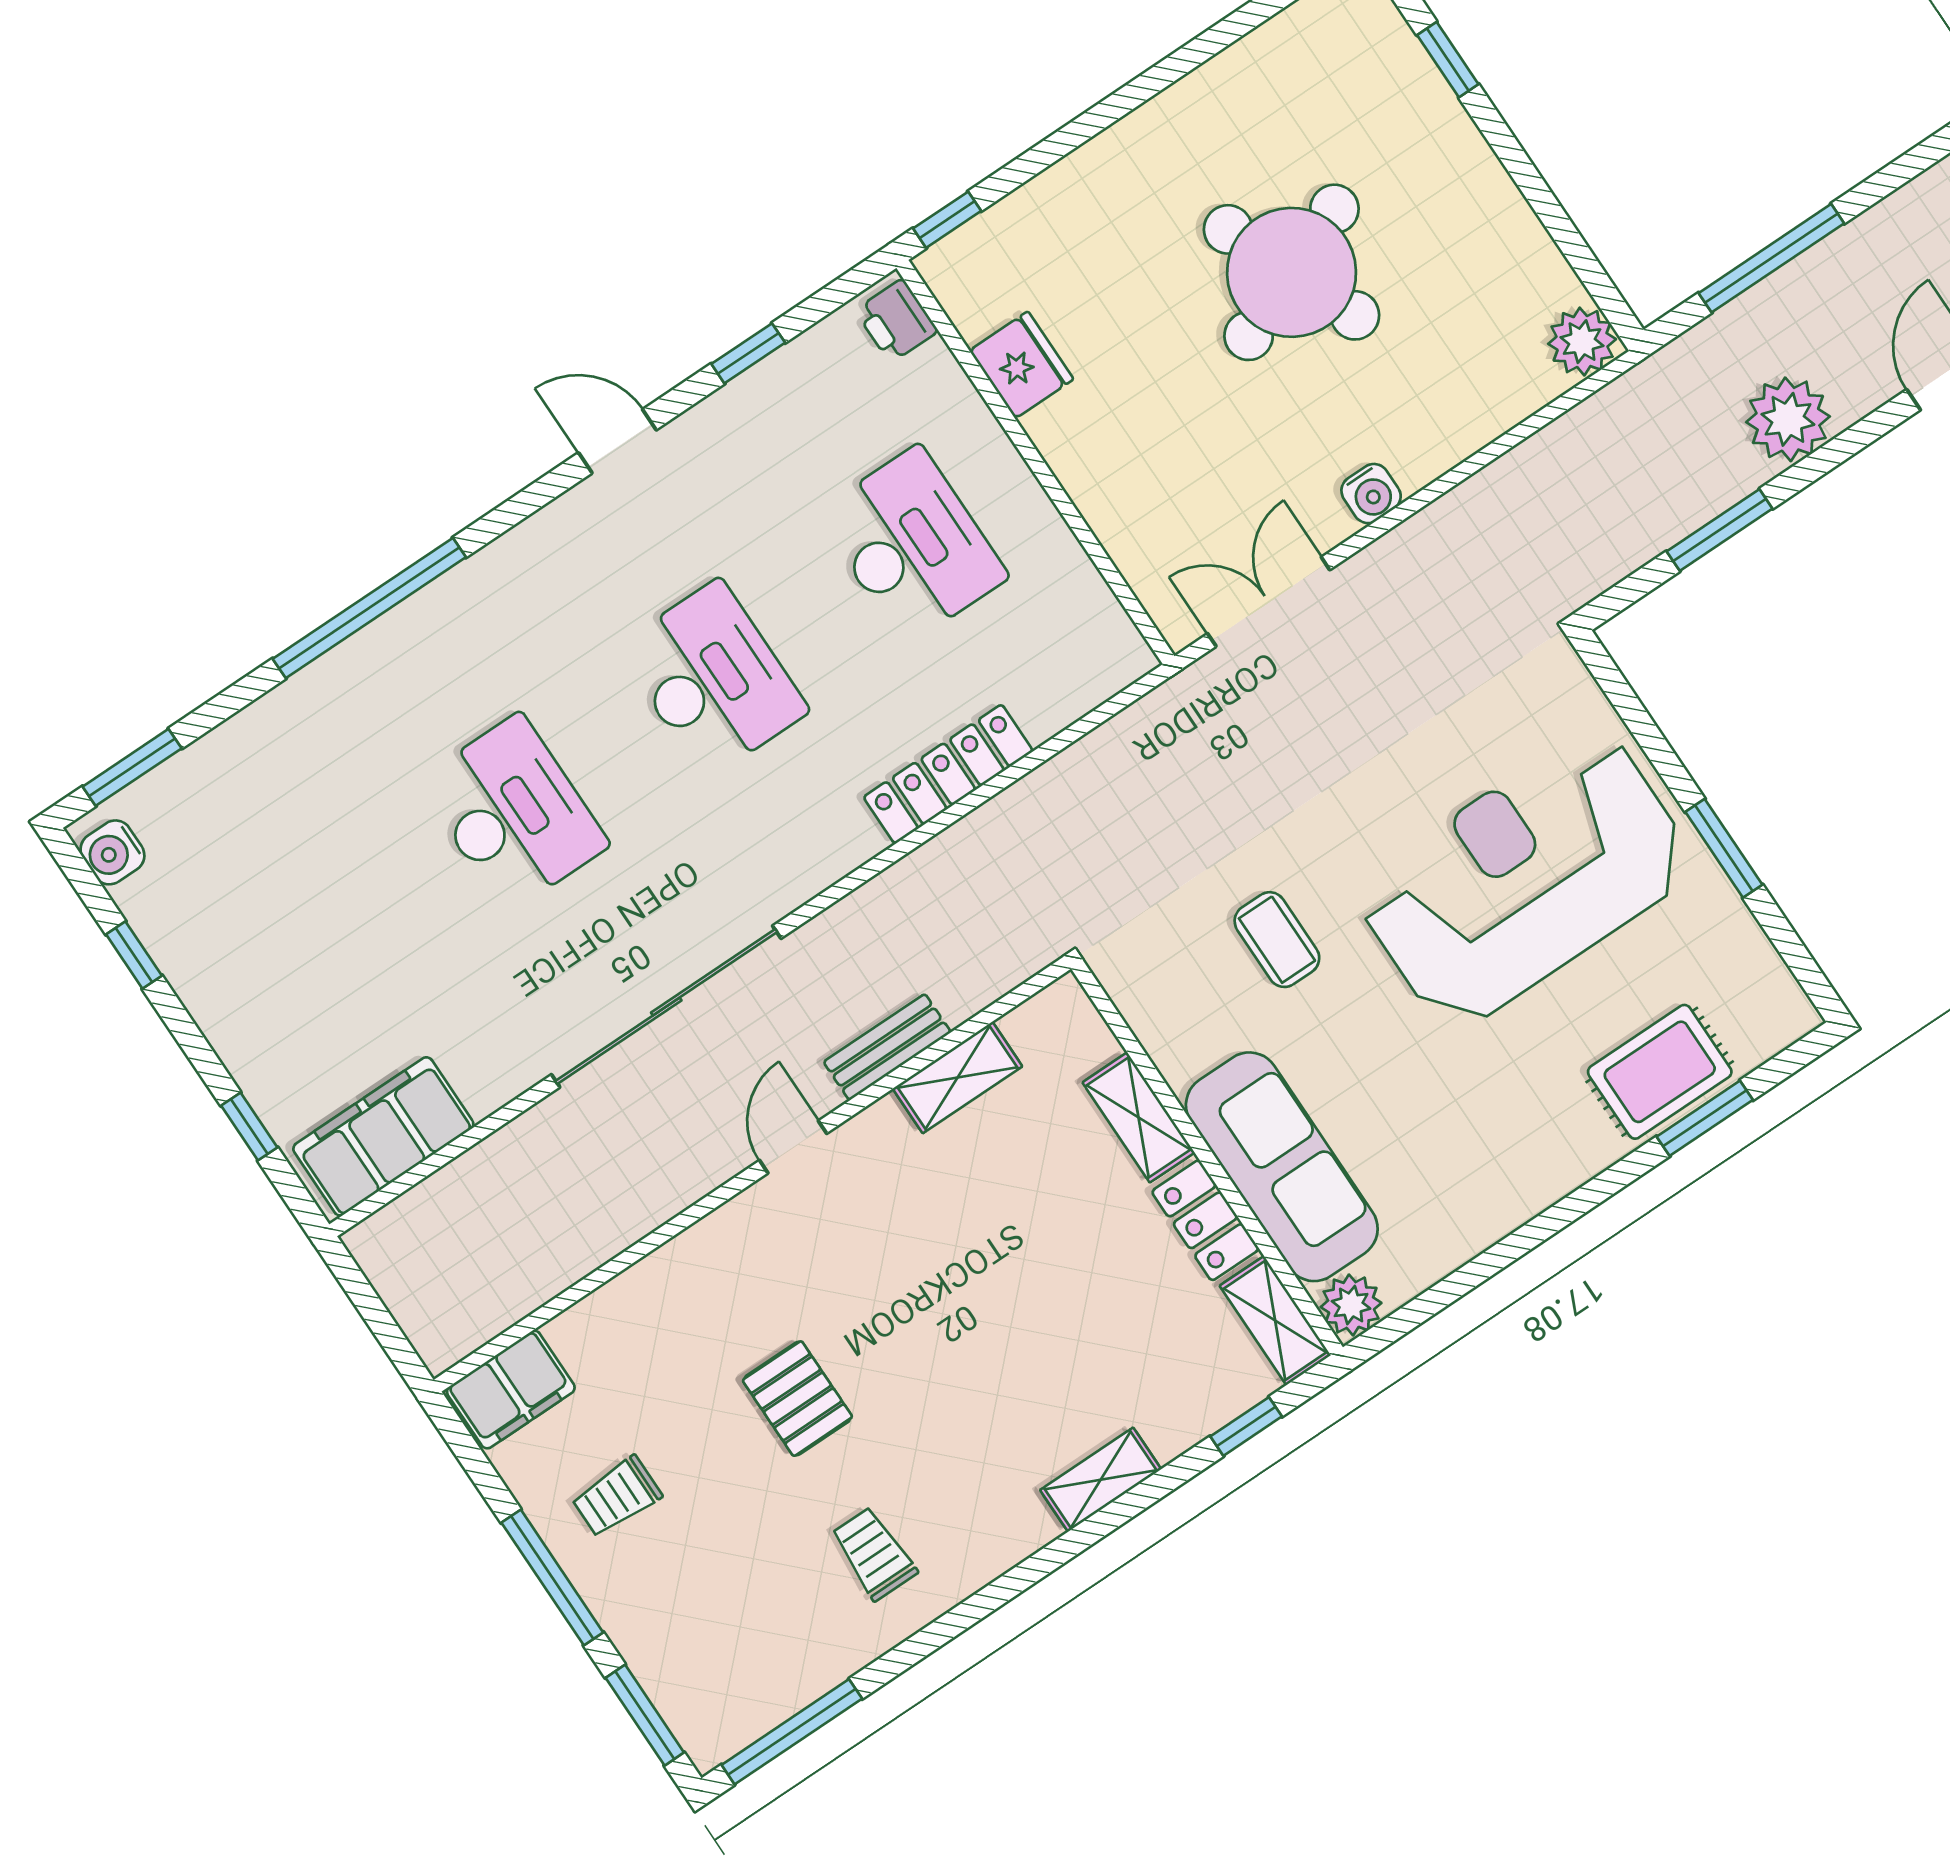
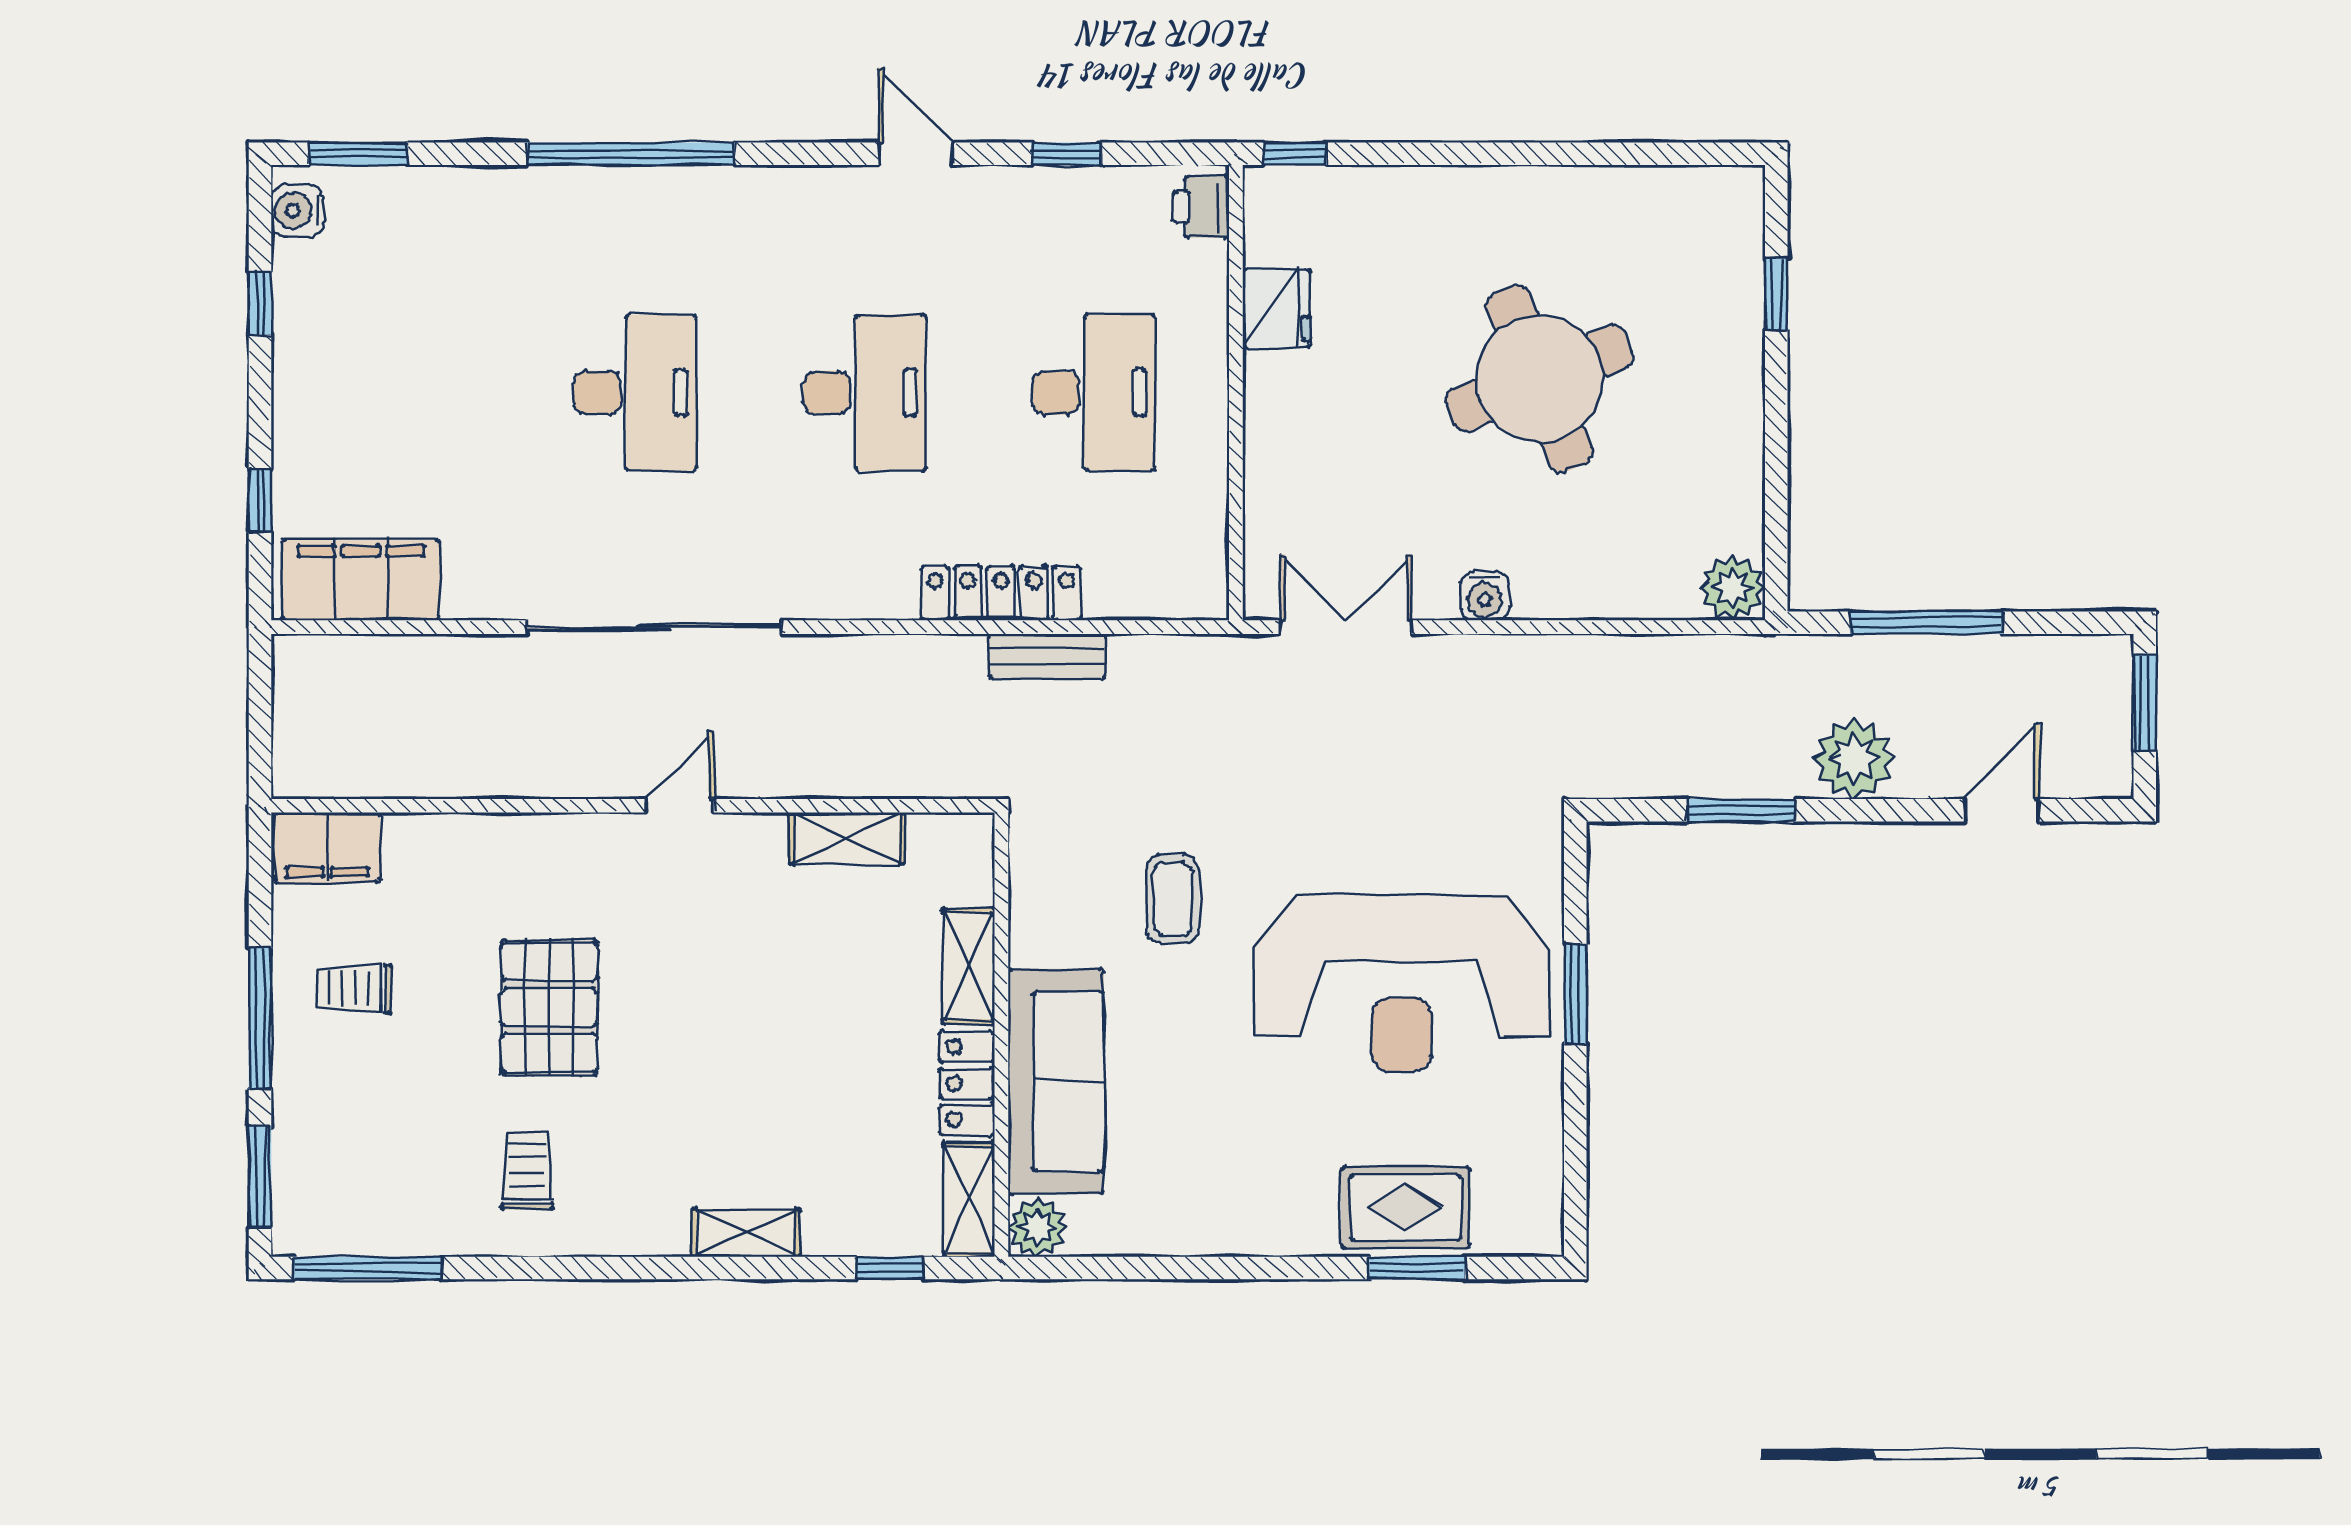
window: (1724, 848) -> (1575, 994), moved
reception desk: (1525, 879) -> (1401, 983), turned 180
bench: (887, 1047) -> (1047, 656), moved
pallet: (797, 1399) -> (549, 1007), width x1.50, depth x1.42

